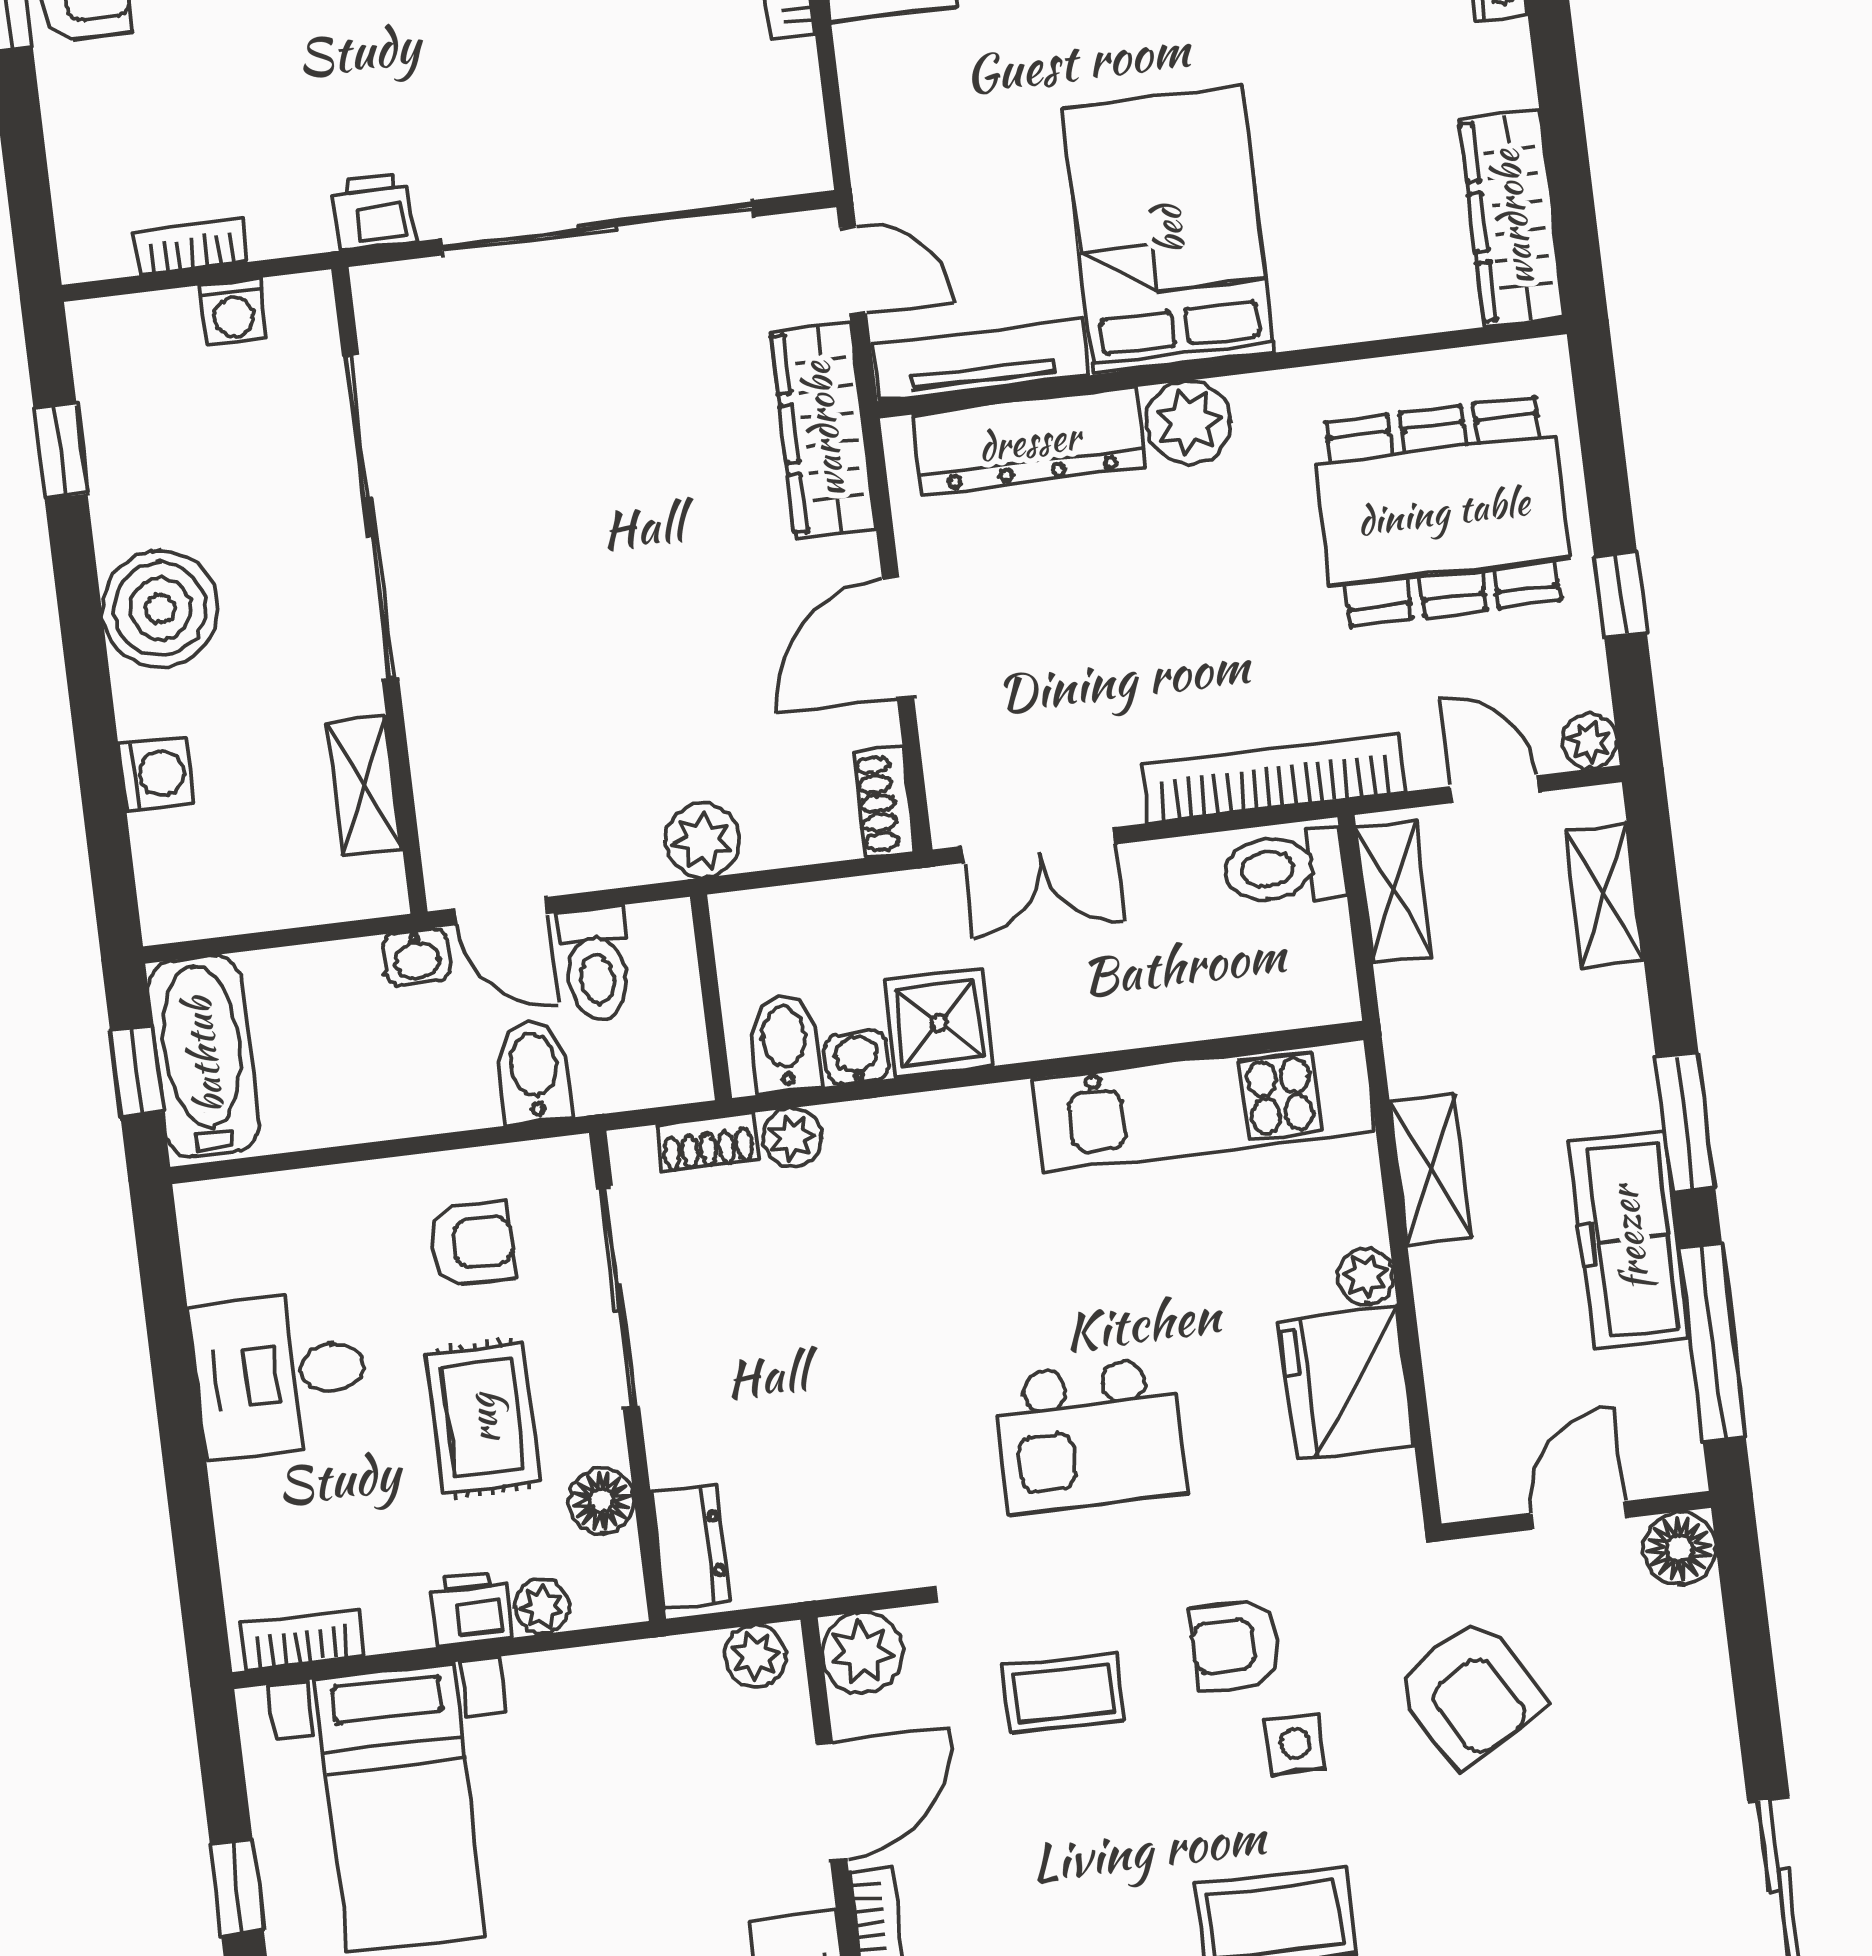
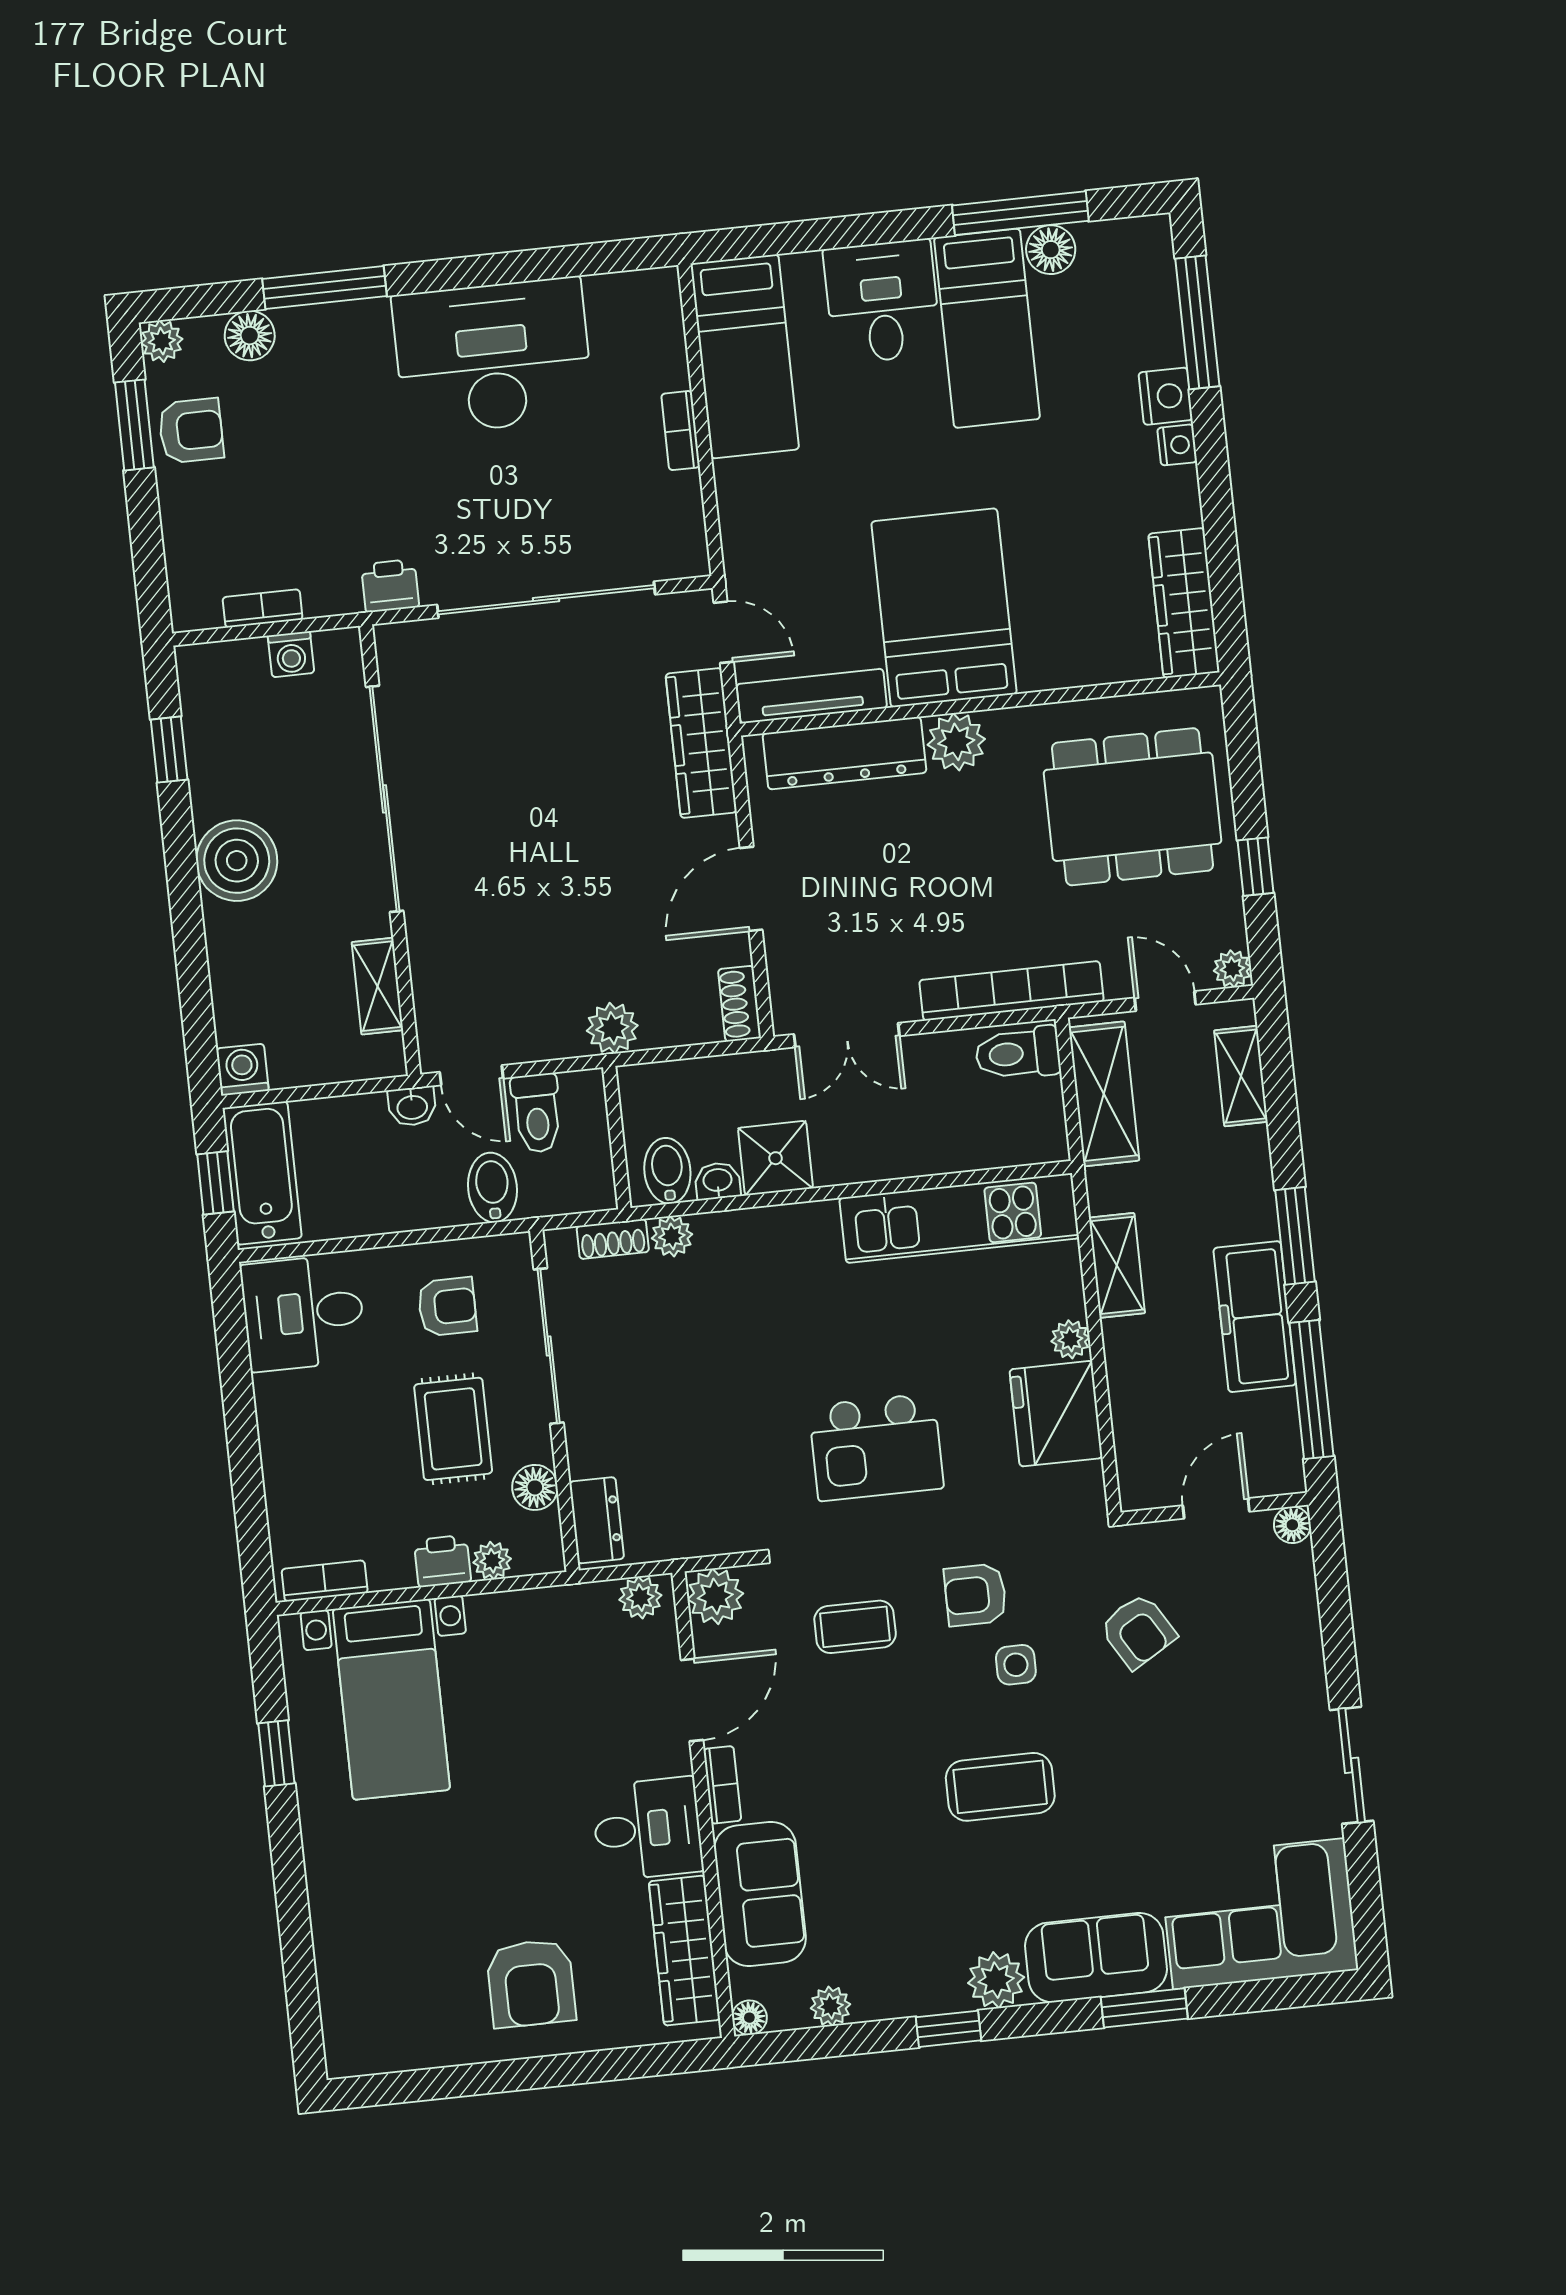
washing machine: (156, 774) -> (242, 1070), moved, turned -90
shelving: (1394, 892) -> (1104, 1094), width x1.50, depth x1.33
desk: (280, 1374) -> (303, 1313), moved
floor lamp: (1680, 1548) -> (1292, 1525), width x0.73, depth x0.73
armchair: (1469, 1693) -> (1138, 1631), width x0.72, depth x0.72

